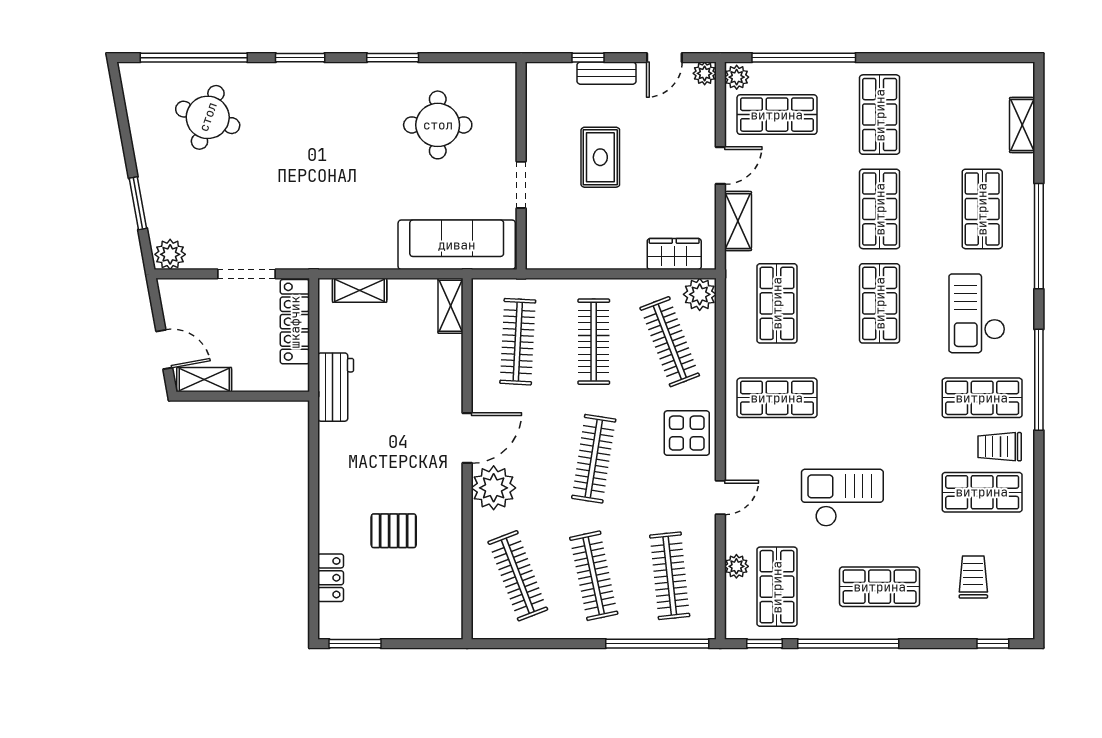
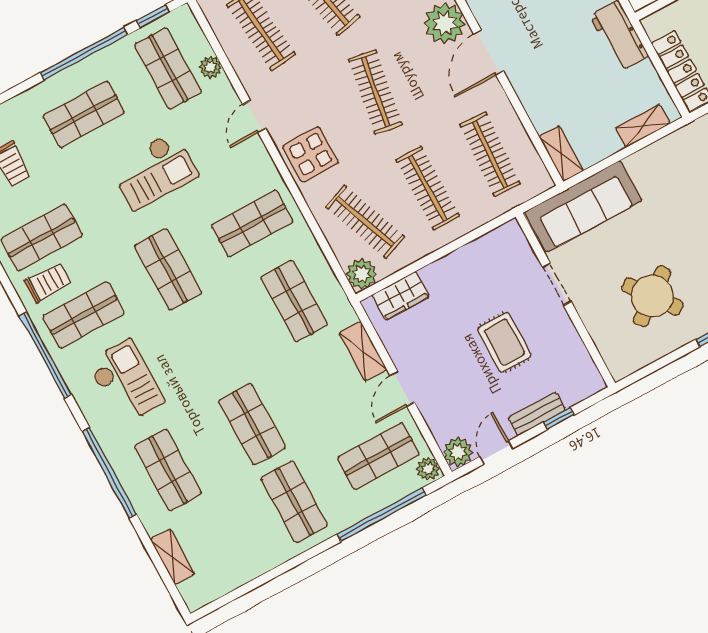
plant: (705, 73) -> (458, 452), width x1.38, depth x1.38
round table: (438, 125) -> (652, 296), turned -37
shop shelf: (880, 303) -> (168, 269), moved

